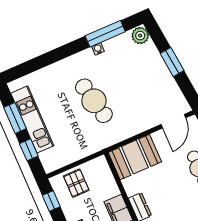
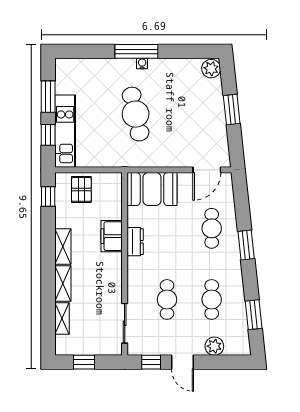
window: (105, 34) -> (136, 51), moved
water cooler: (98, 49) -> (142, 63), moved
kitchen unit: (32, 119) -> (65, 131), moved

